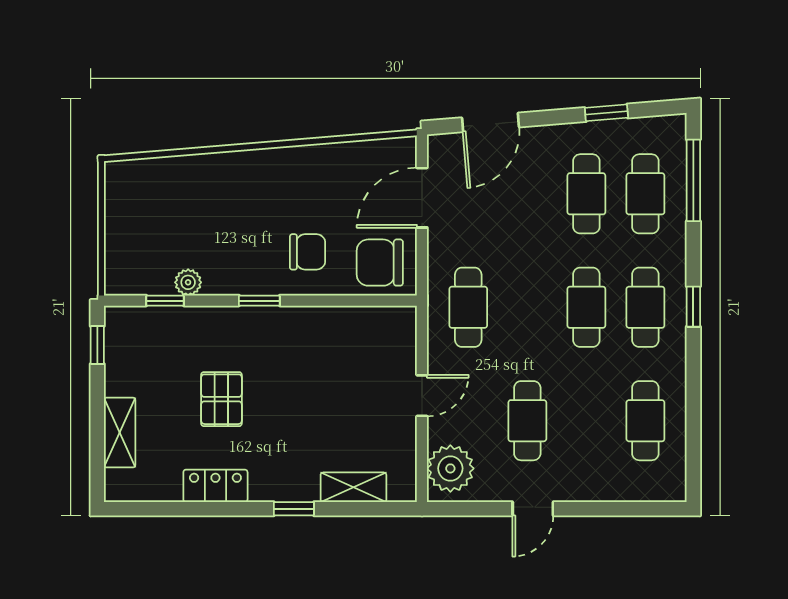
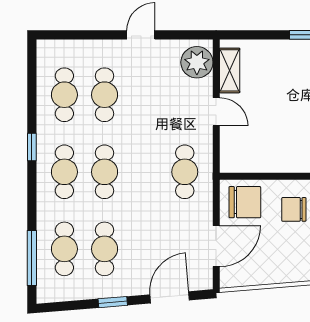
window: (606, 113) -> (113, 302), moved
window: (693, 307) -> (32, 147), moved
door: (422, 396) -> (216, 112), swing flipped
cafe table: (527, 421) -> (105, 95), moved
shelving: (353, 487) -> (230, 70), moved, turned 90

